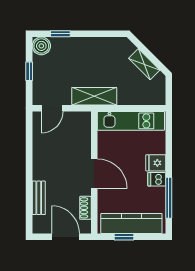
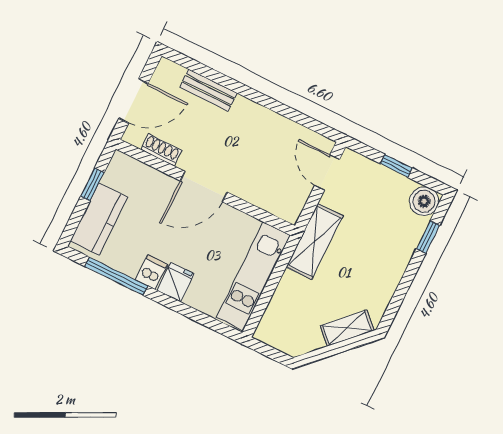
shelving: (144, 64) -> (347, 328), moved
kitchen counter: (131, 223) -> (99, 219), width x0.67

